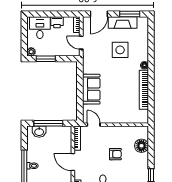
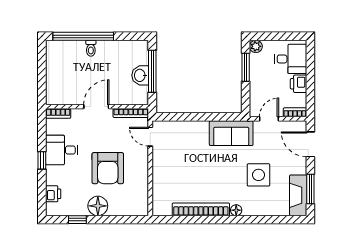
fireplace: (123, 22) -> (298, 195), moved
sofa: (91, 89) -> (231, 133), moved
door: (94, 125) -> (150, 137), swing flipped
washbasin: (39, 132) -> (140, 75), moved
floor lamp: (141, 146) -> (98, 206), moved
armchair: (115, 154) -> (108, 168), width x1.88, depth x1.88

